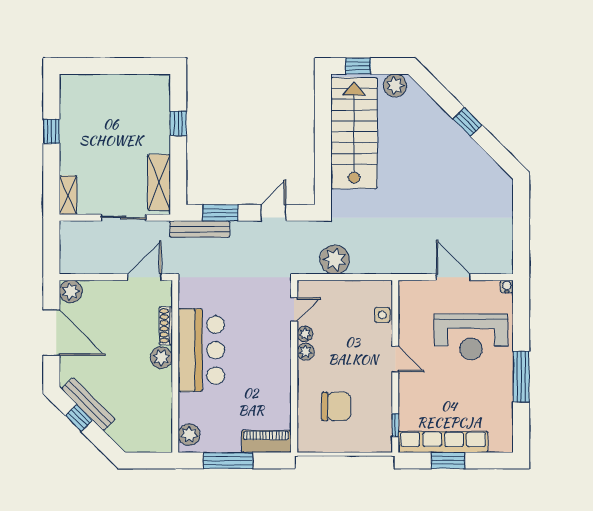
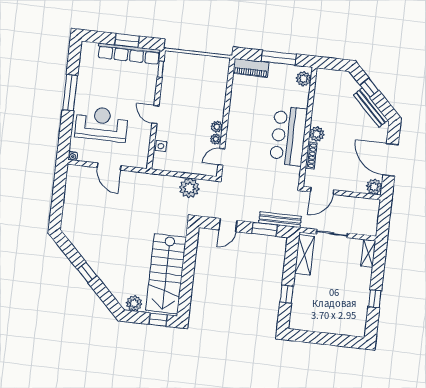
chair: (336, 406) -> (200, 87), removed
window: (79, 418) -> (369, 88), moved

